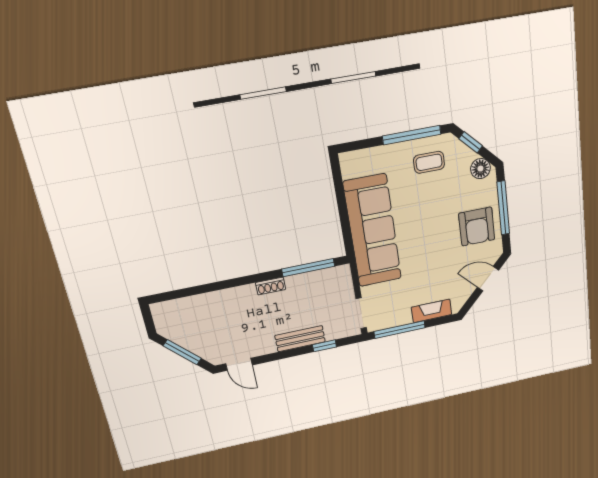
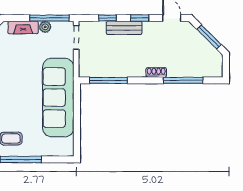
shoe rack: (271, 286) -> (156, 72), moved
window: (204, 289) -> (183, 80), added
plant: (404, 318) -> (45, 27), added
window: (282, 355) -> (140, 18), added

